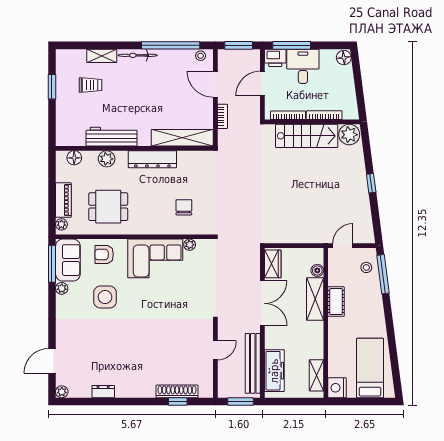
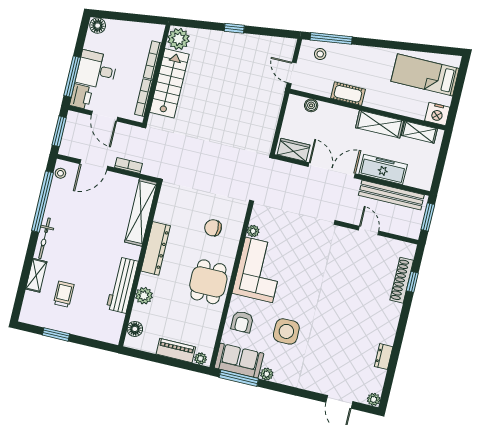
dining table: (108, 207) -> (208, 282), moved
shelving: (315, 299) -> (380, 124), moved
freezer: (274, 371) -> (383, 169), moved

